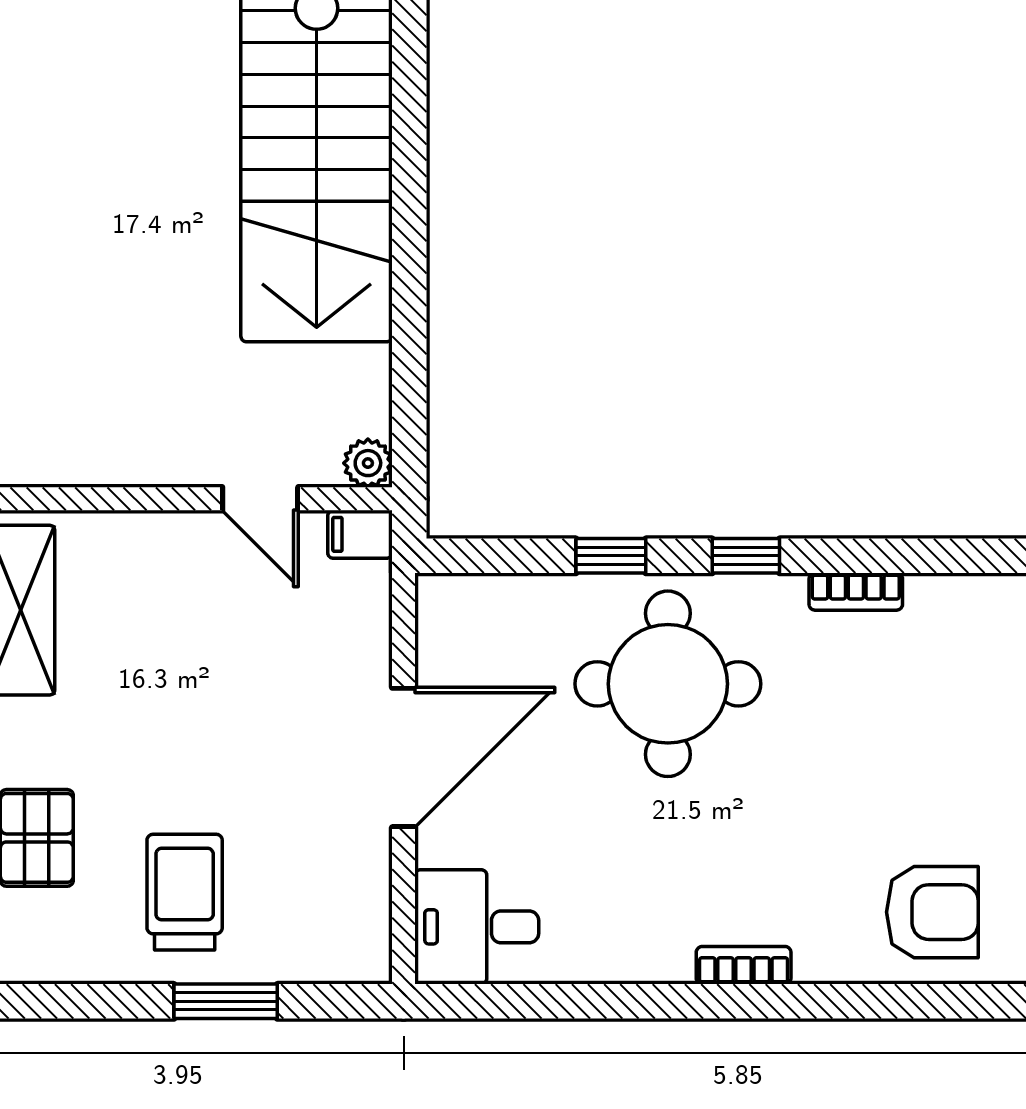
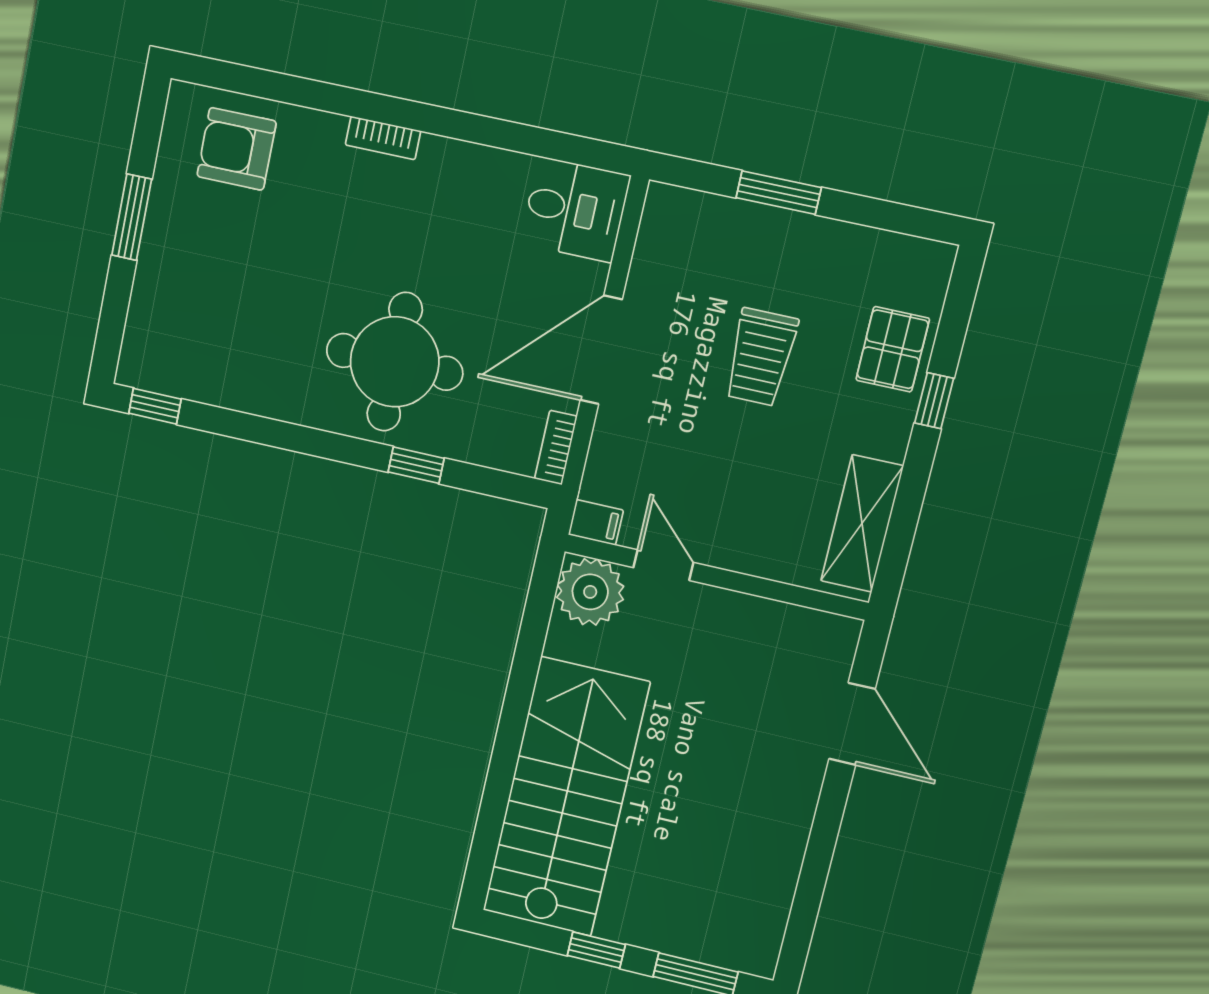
plant: (368, 463) -> (590, 592), width x1.87, depth x1.87
window: (746, 556) -> (155, 406), moved
bookcase: (856, 592) -> (556, 448), moved, turned -90
trolley: (185, 892) -> (761, 357), moved

